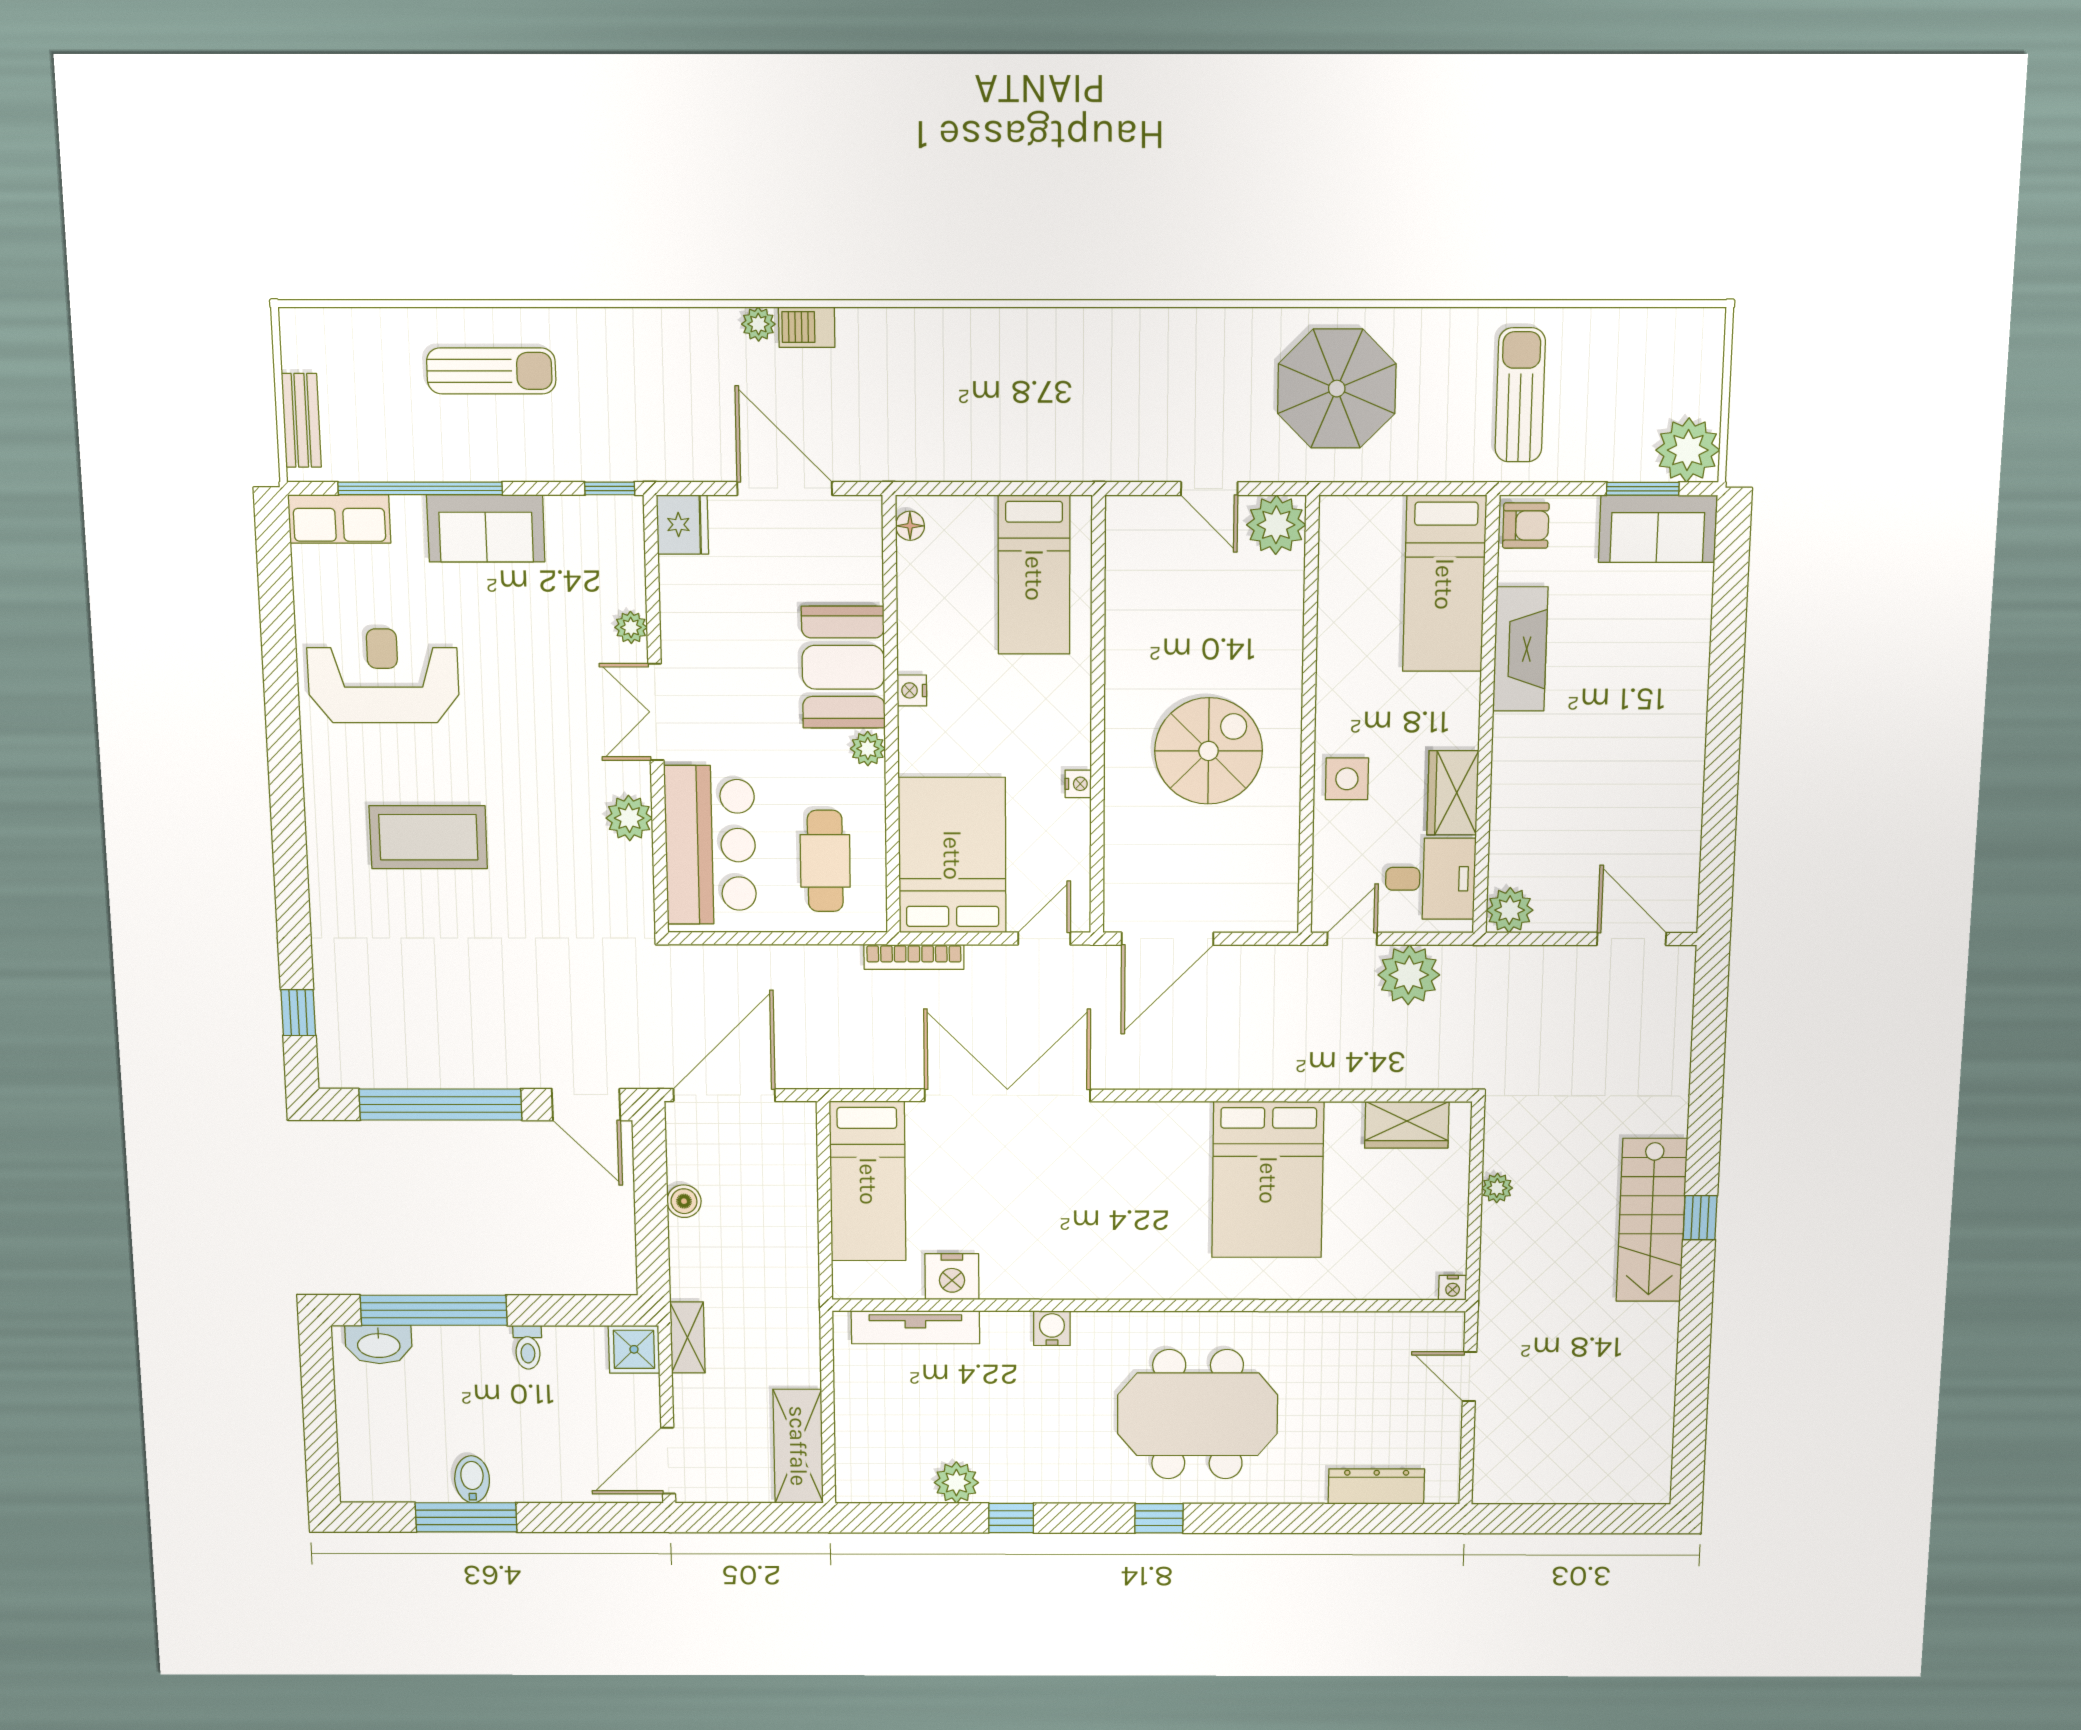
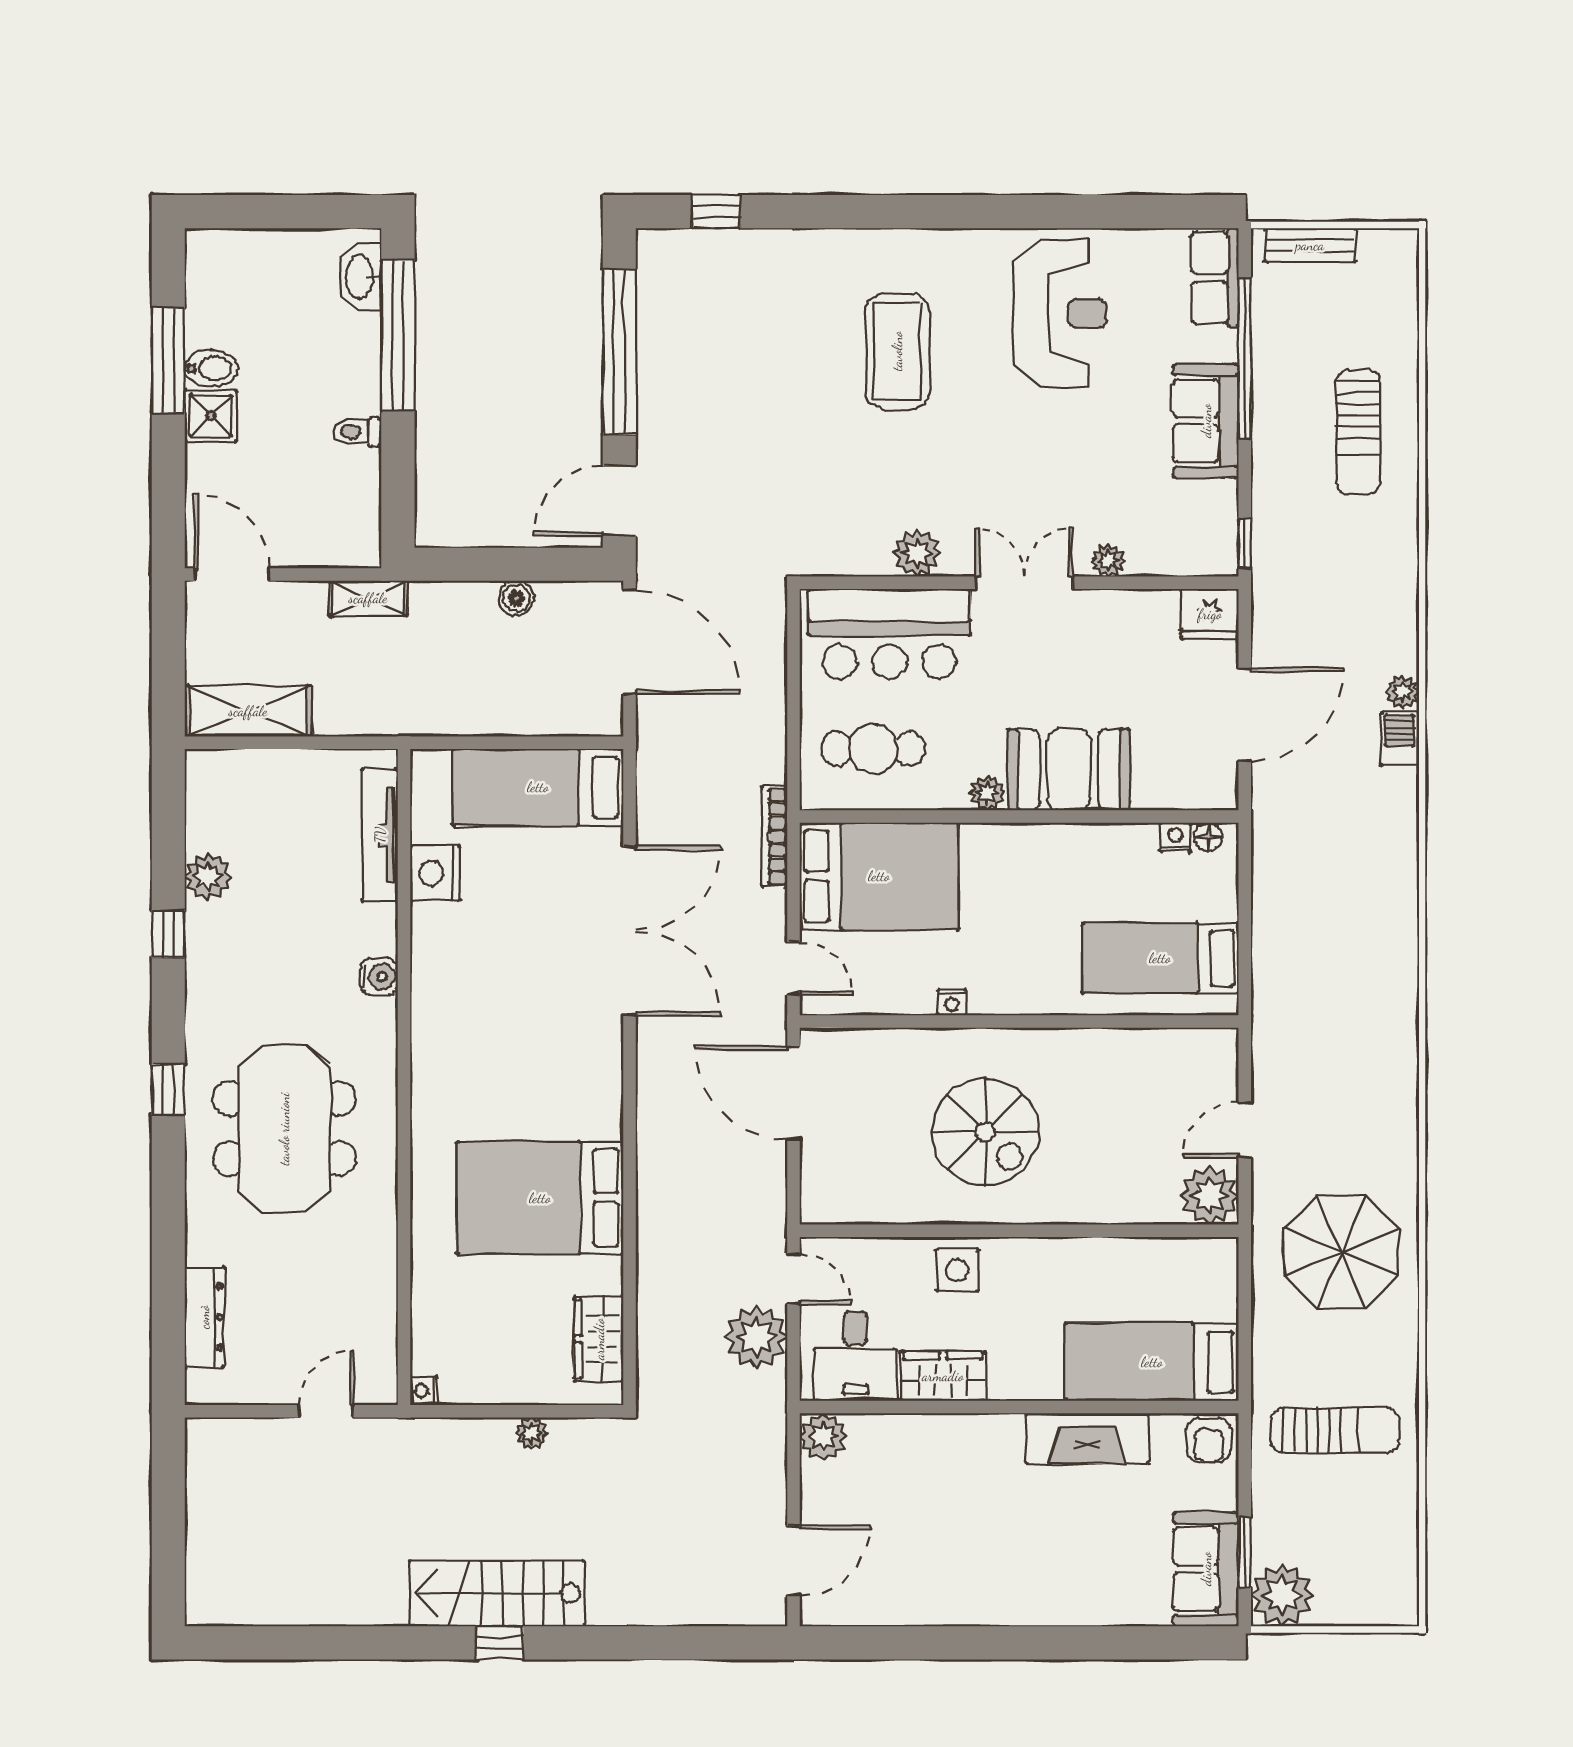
nightstand: (912, 690) -> (1176, 837), moved
shower: (634, 1349) -> (211, 416), moved

